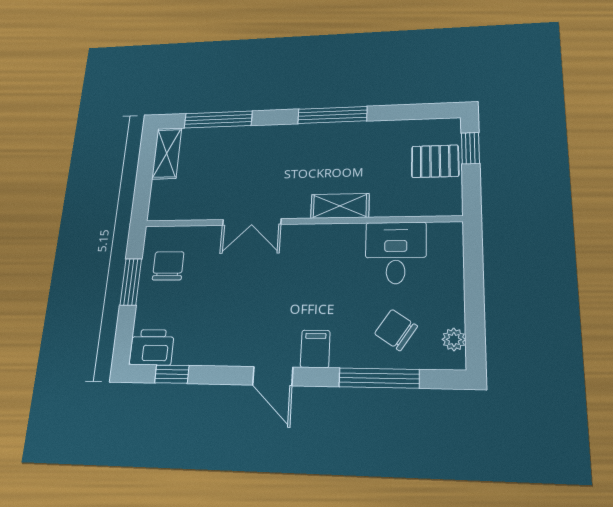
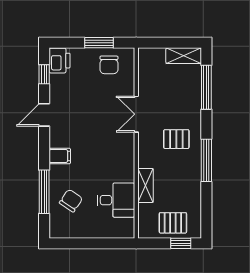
pallet: (296, 160) -> (176, 139), added
pallet: (435, 161) -> (173, 223), turned 90
shelving: (340, 206) -> (146, 185), moved
chair: (168, 266) -> (109, 65), turned 90
plant: (454, 339) -> (66, 232), removed
door: (273, 376) -> (44, 115), moved

